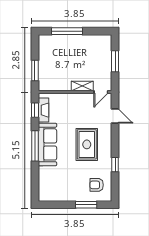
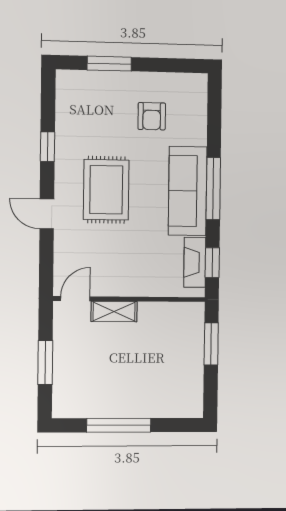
window: (67, 31) -> (119, 425), moved
door: (115, 116) -> (47, 214), moved
armchair: (97, 185) -> (152, 116), moved, turned 90

